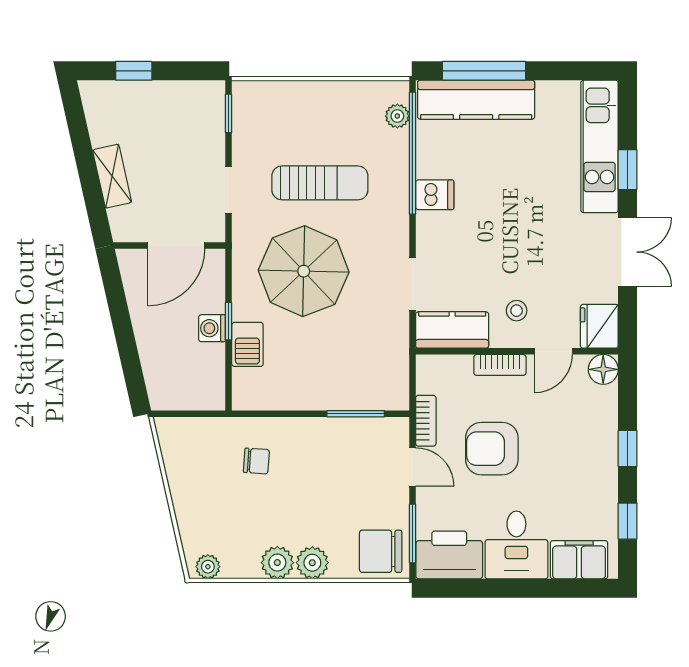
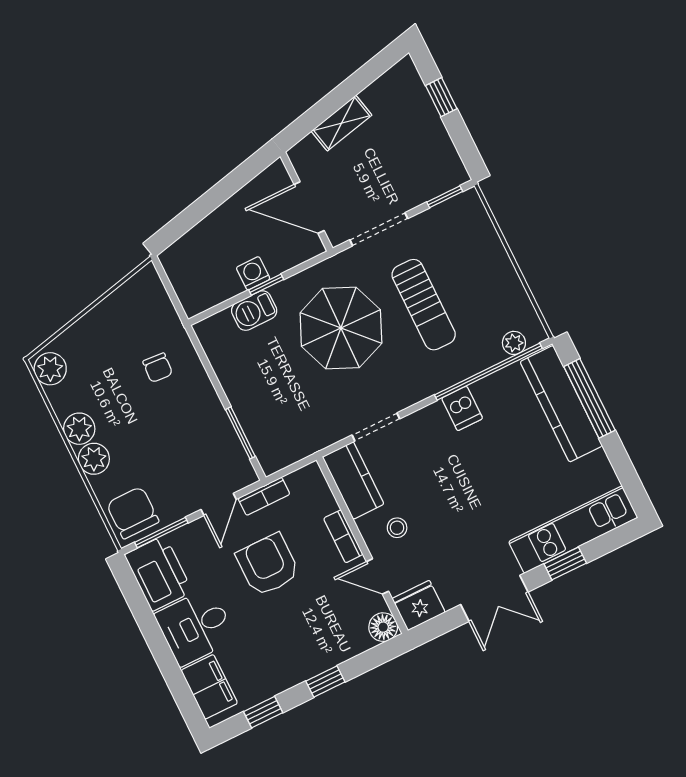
doorway: (229, 190) -> (379, 229), width x1.38
plant: (208, 567) -> (50, 369), width x1.38, depth x1.38

